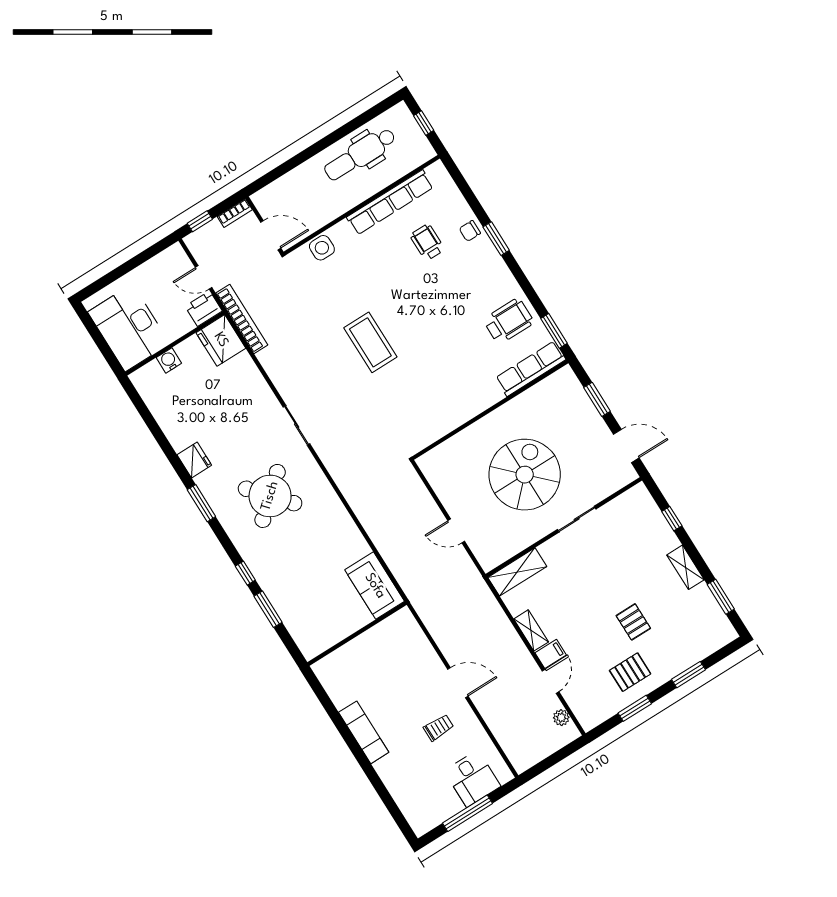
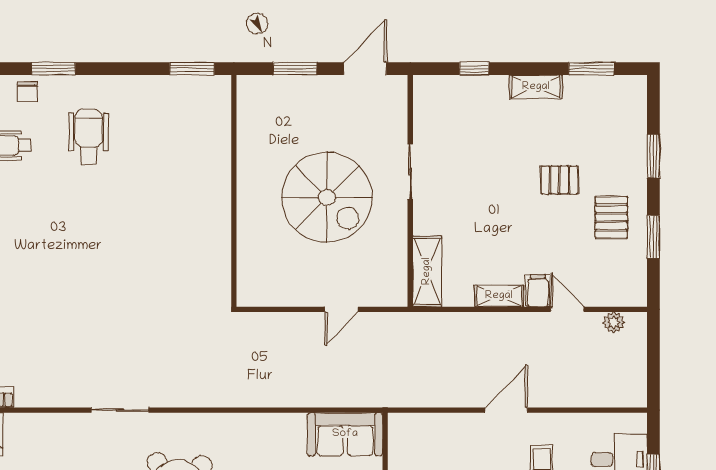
wheelchair: (509, 321) -> (89, 136), moved
coffee table: (370, 342) -> (80, 274), removed
row of seats: (531, 369) -> (217, 119), removed
spiral stairs: (525, 475) -> (327, 197), turned 180

